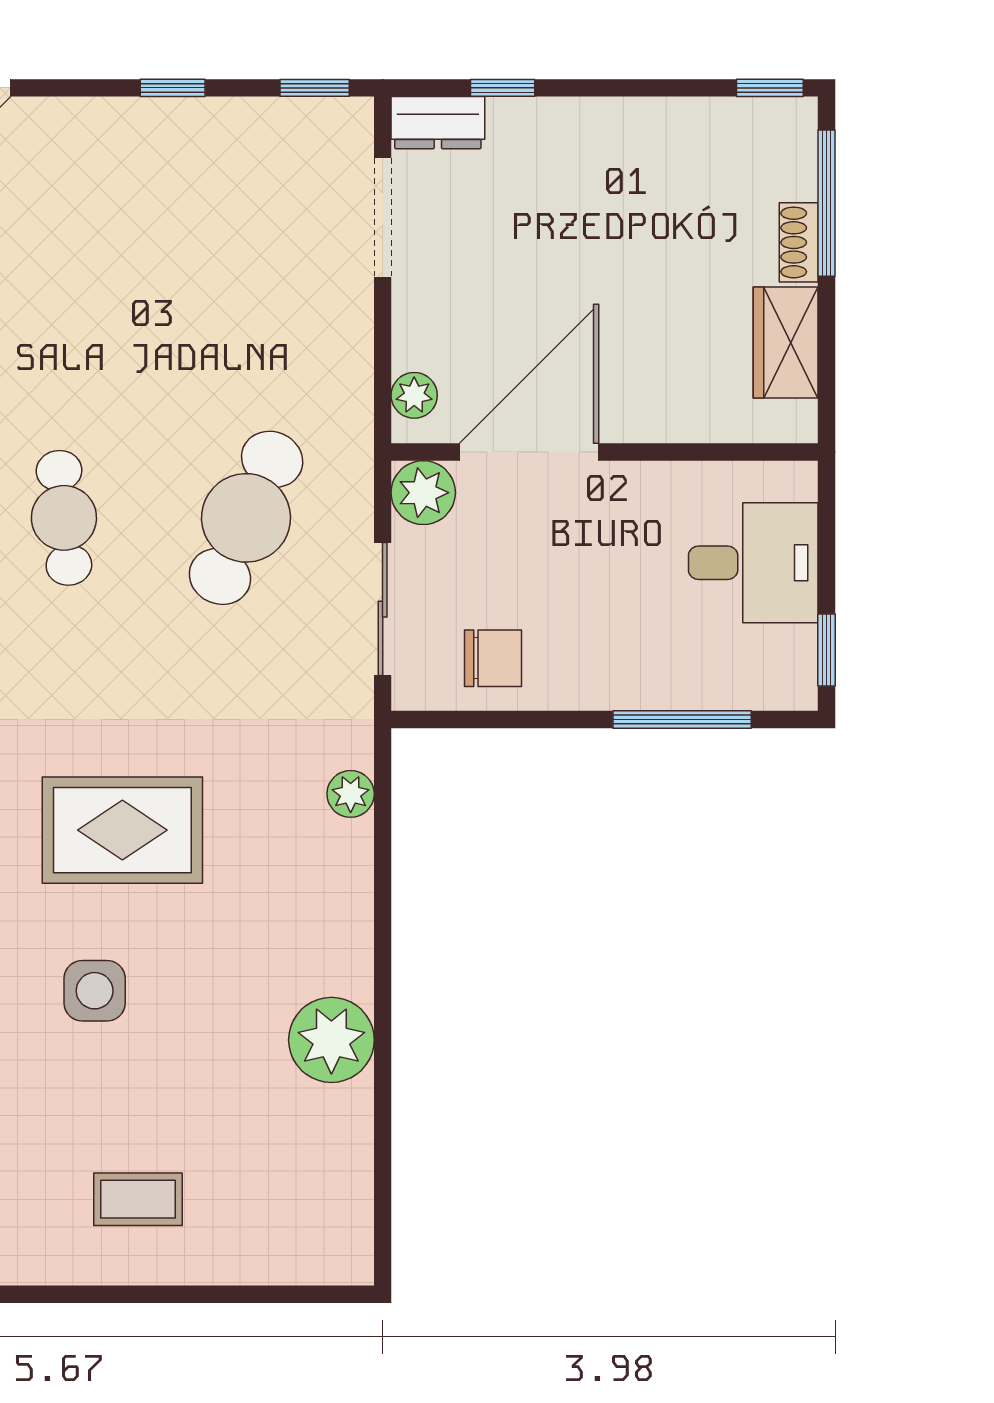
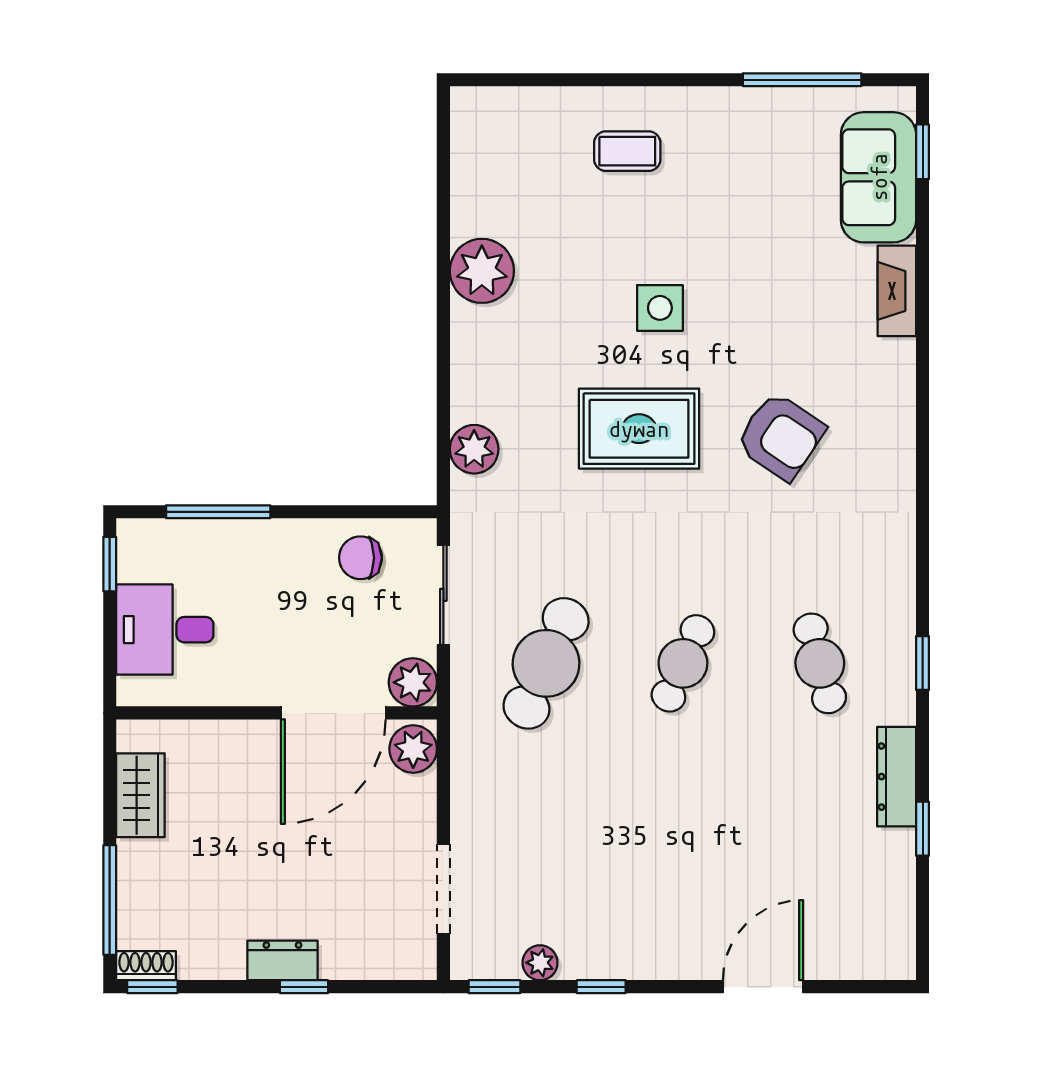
window: (503, 88) -> (304, 987), moved
plant: (254, 120) -> (540, 963), added
dresser: (438, 123) -> (282, 960), moved
shoe rack: (799, 242) -> (146, 966), moved, turned -90
plant: (414, 395) -> (413, 749), width x1.38, depth x1.38
cafe table: (64, 518) -> (683, 663), turned 30
plant: (351, 794) -> (474, 449), width x1.38, depth x1.38

